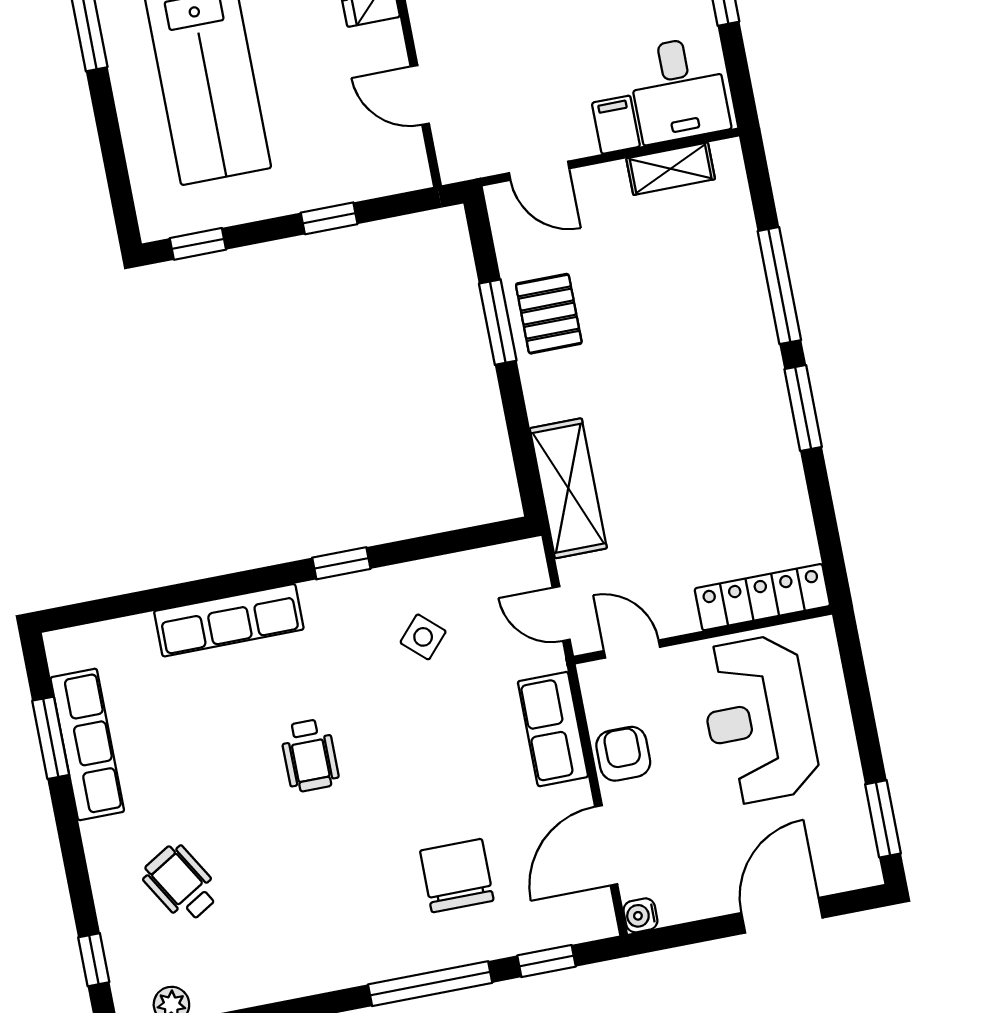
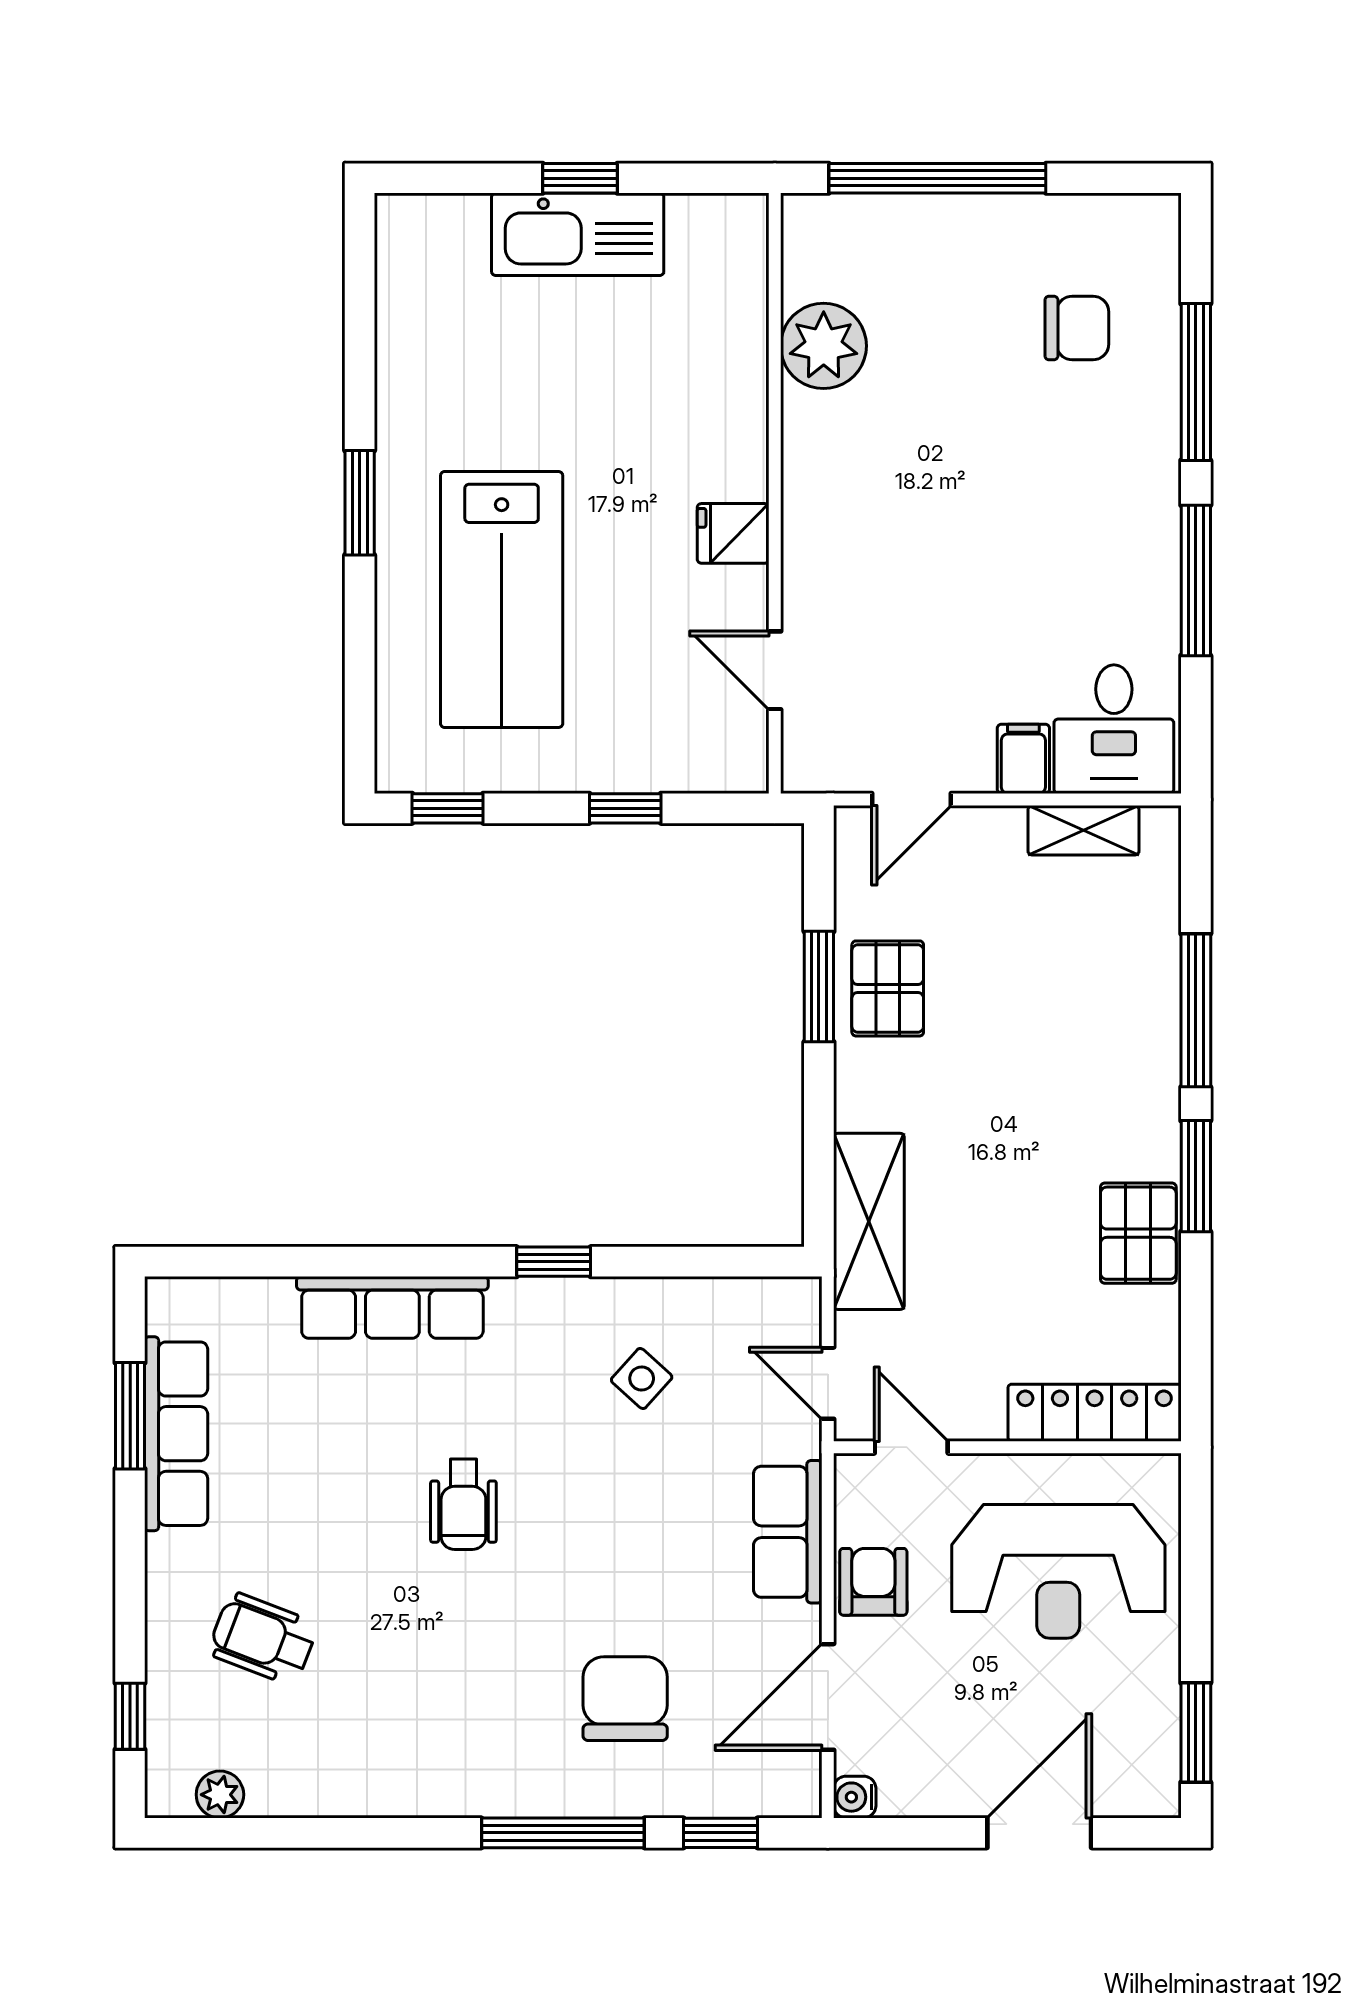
door: (539, 171) -> (911, 799), hinge flipped
pallet: (769, 458) -> (1138, 1233), added
reception desk: (758, 720) -> (1058, 1571), turned -90
wheelchair: (181, 883) -> (263, 1639), turned -38

